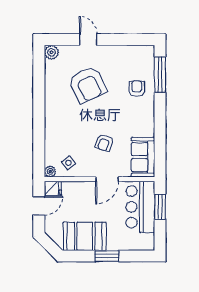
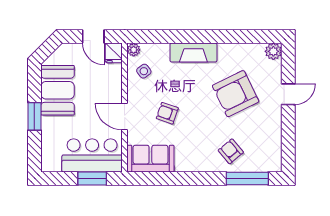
armchair: (137, 89) -> (231, 151), turned -130
fireplace: (53, 120) -> (193, 53), added

